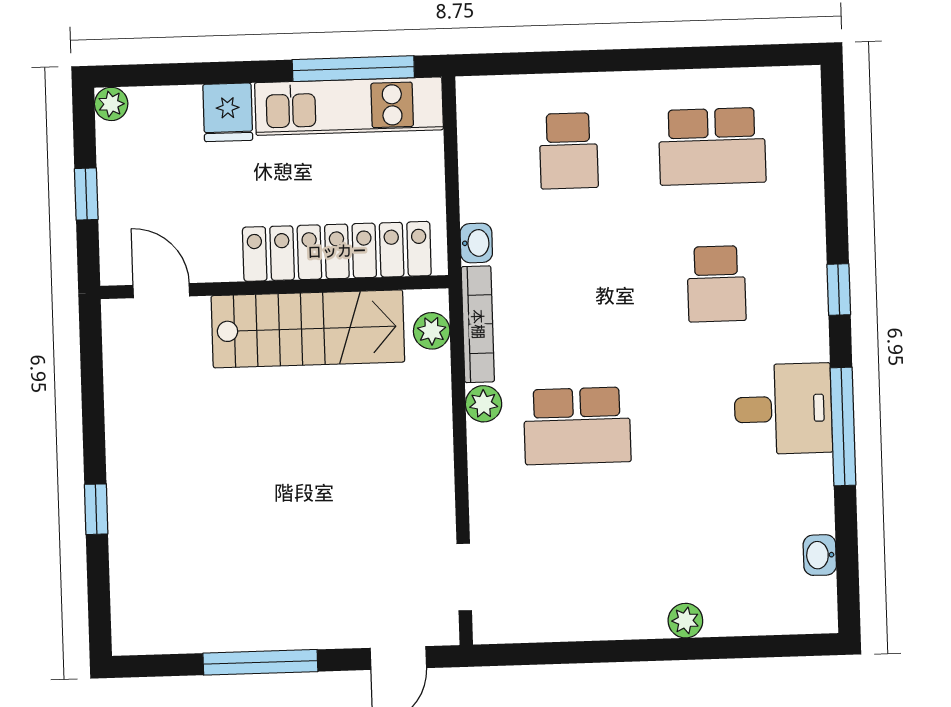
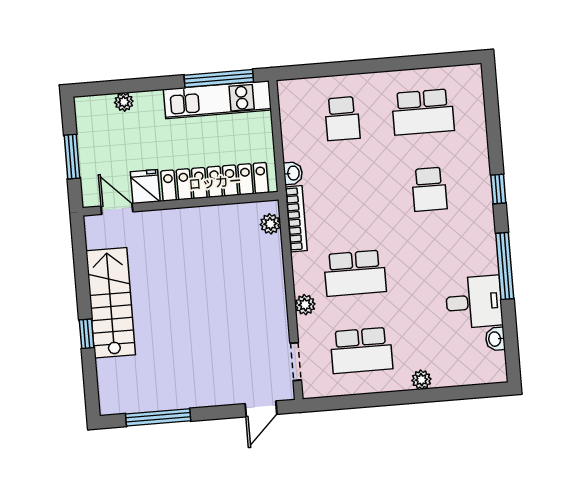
plant: (111, 104) -> (124, 102), moved
fridge: (228, 112) -> (145, 187), moved, turned 180
window: (86, 194) -> (72, 157), width x1.50
stairs: (308, 329) -> (111, 303), moved, turned -90
plant: (484, 404) -> (305, 305), moved
desk: (783, 409) -> (474, 302), moved
school desk: (582, 563) -> (361, 350), added
window: (260, 662) -> (158, 417), moved

